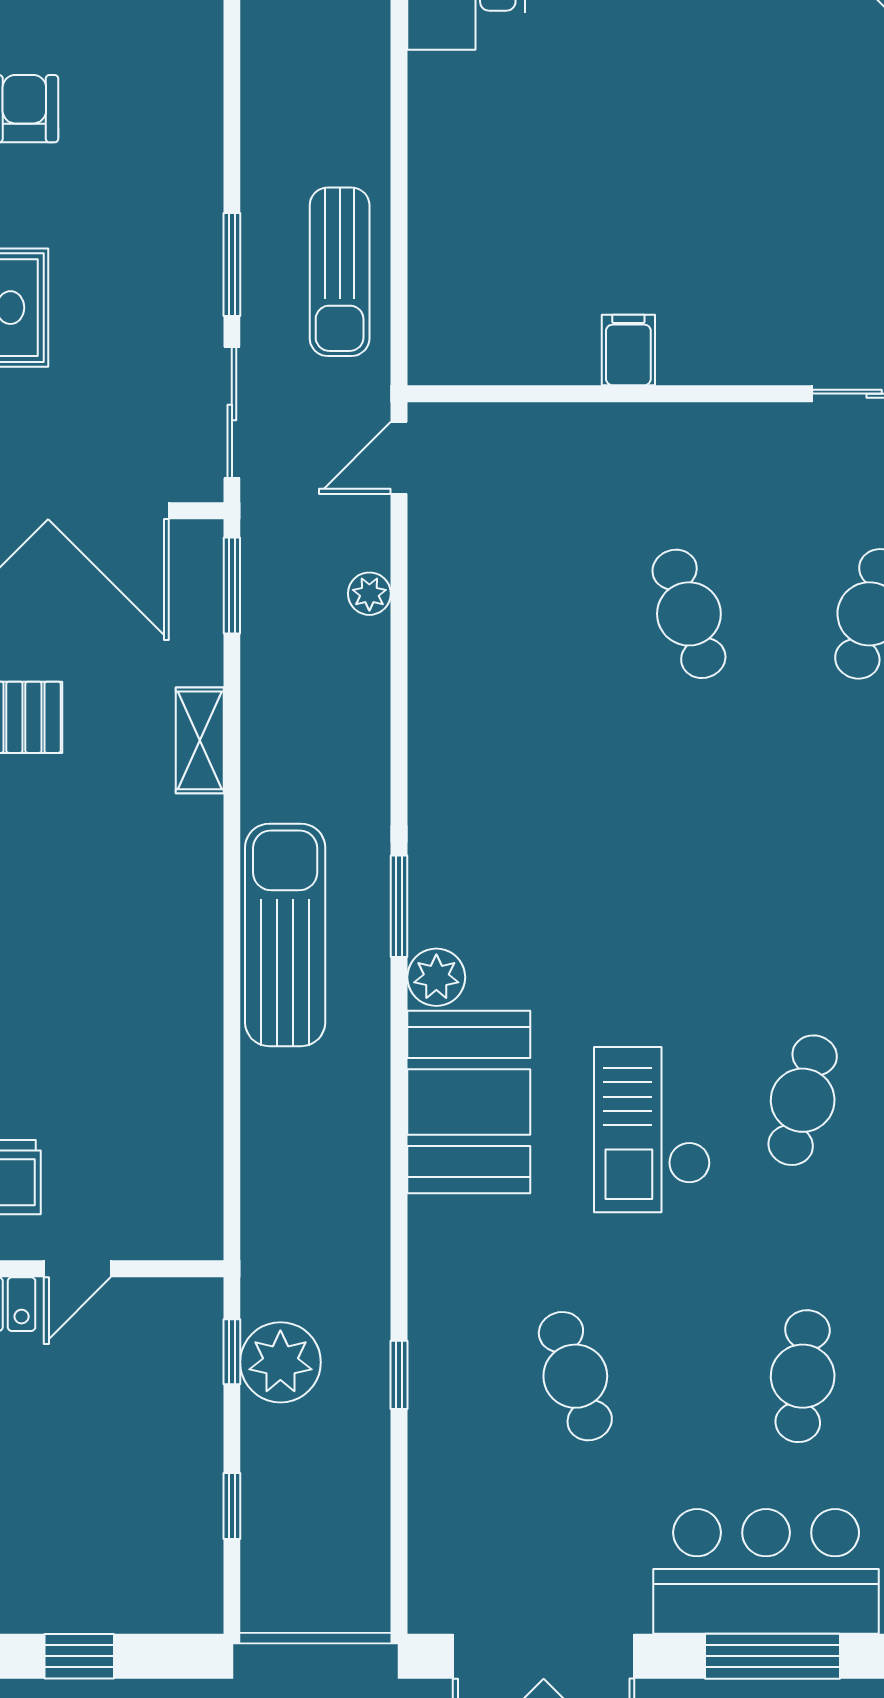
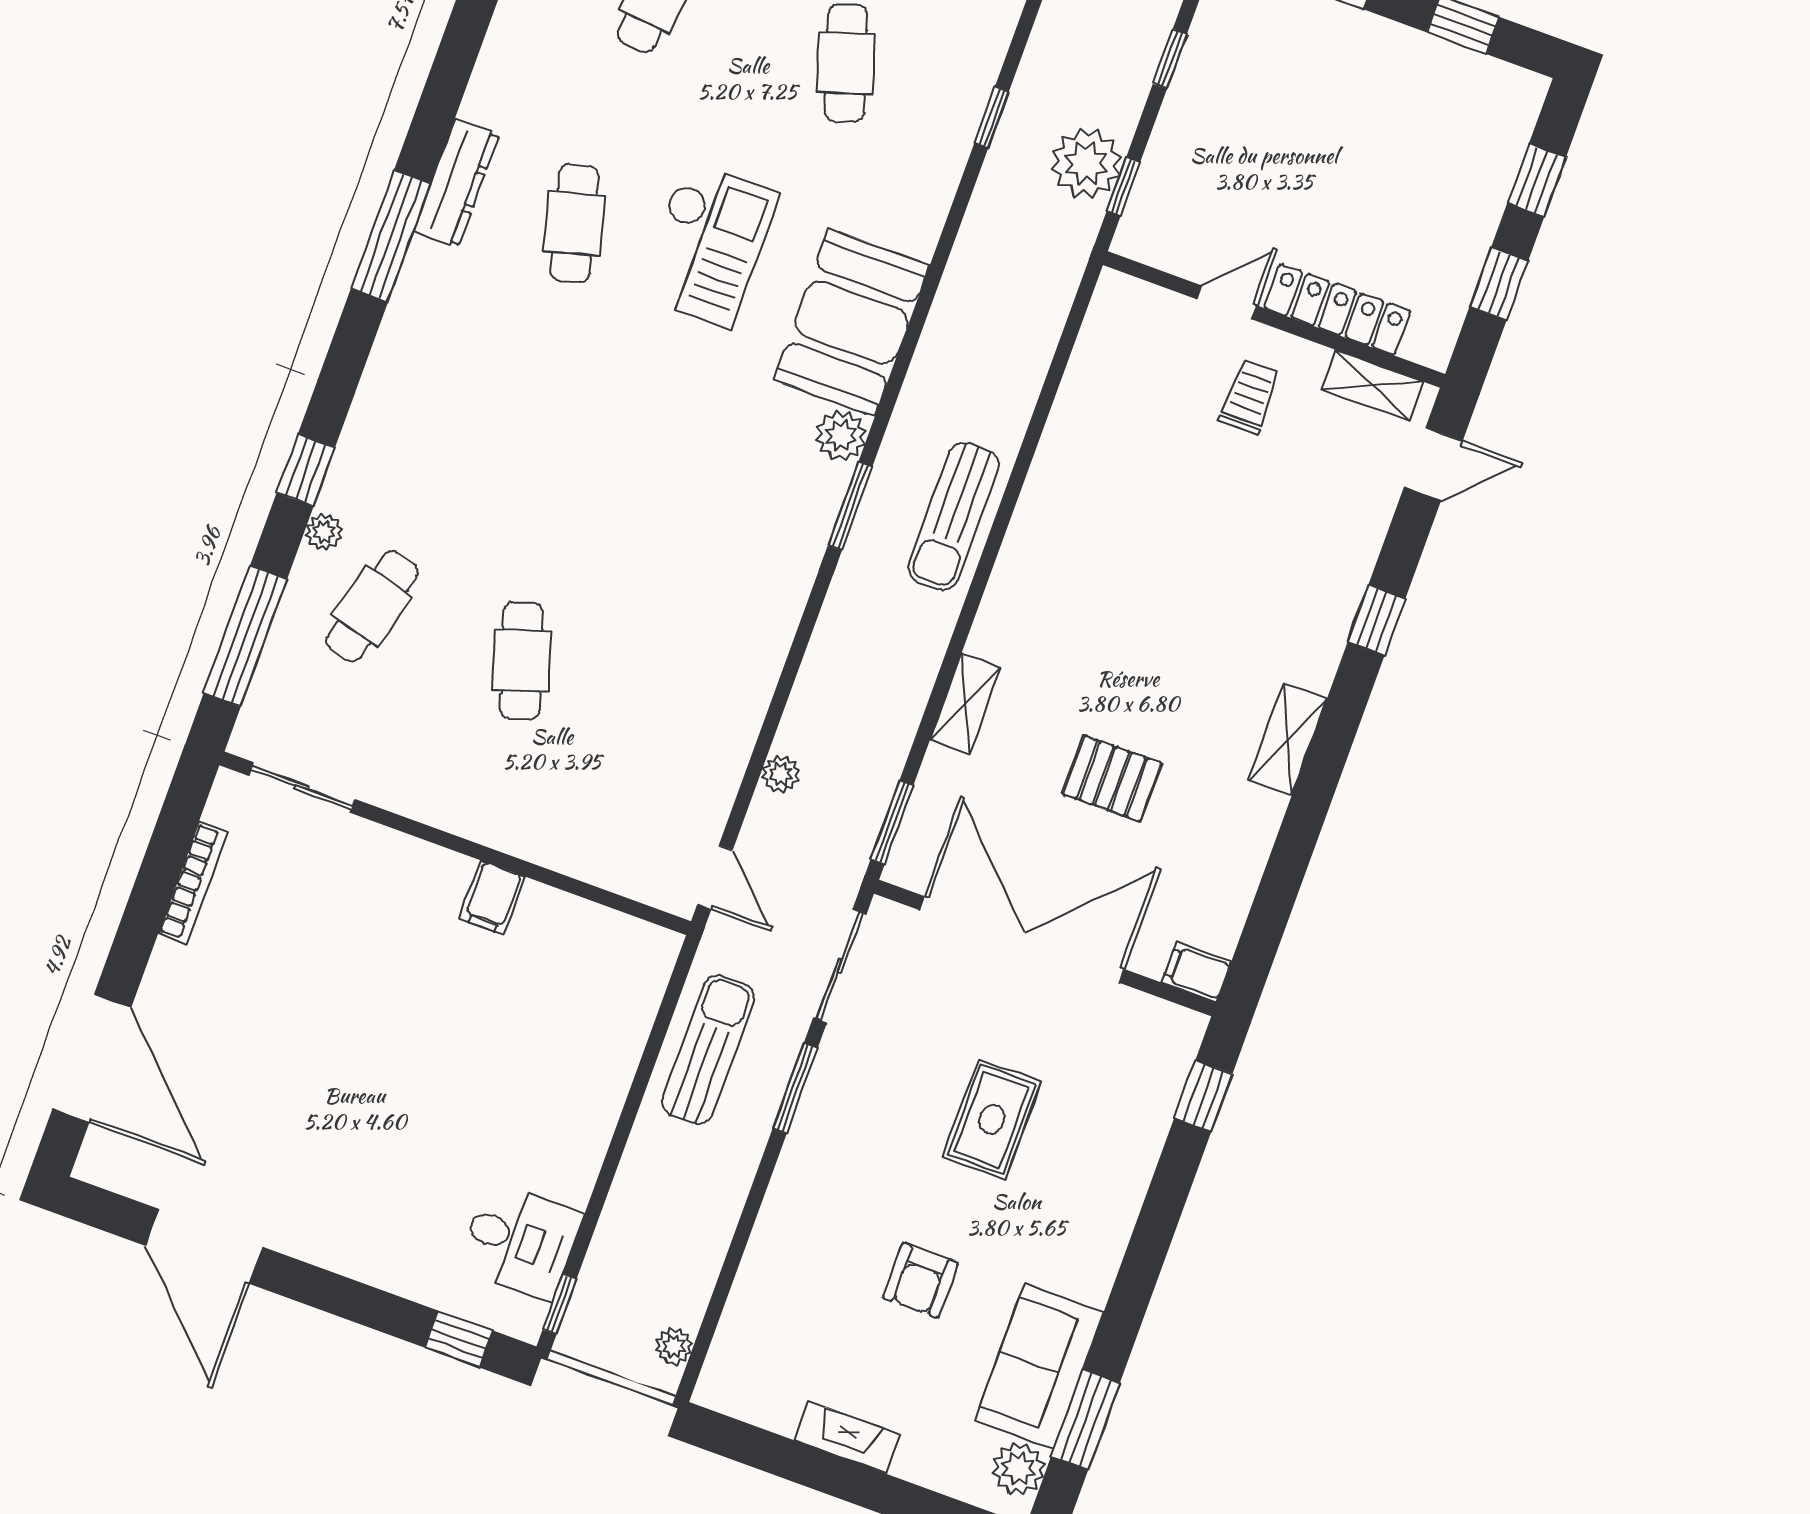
door: (399, 458) -> (715, 877), hinge flipped
sun lounger: (285, 935) -> (953, 516), width x0.73, depth x0.75
cafe table: (803, 1100) -> (574, 223), turned -30

